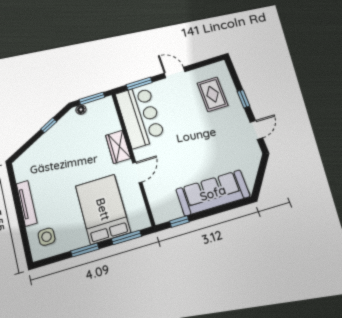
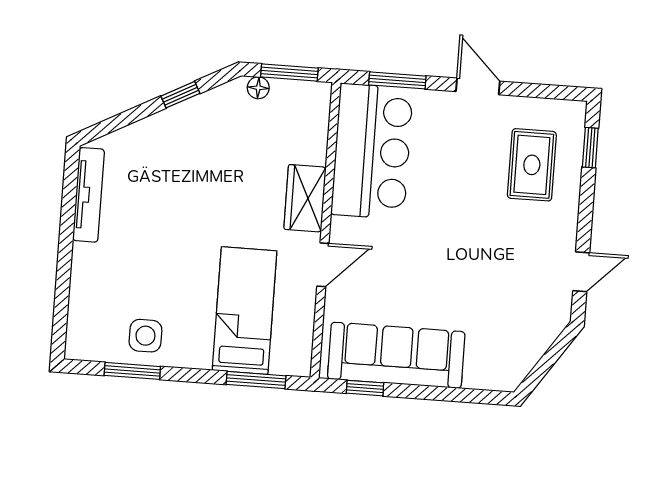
window: (244, 99) -> (590, 148), moved
sofa: (213, 193) -> (396, 355), moved
tv unit: (27, 203) -> (88, 195), moved
bed: (103, 209) -> (245, 311), width x0.67
side table: (47, 237) -> (145, 336), moved
window: (85, 250) -> (132, 371), moved

